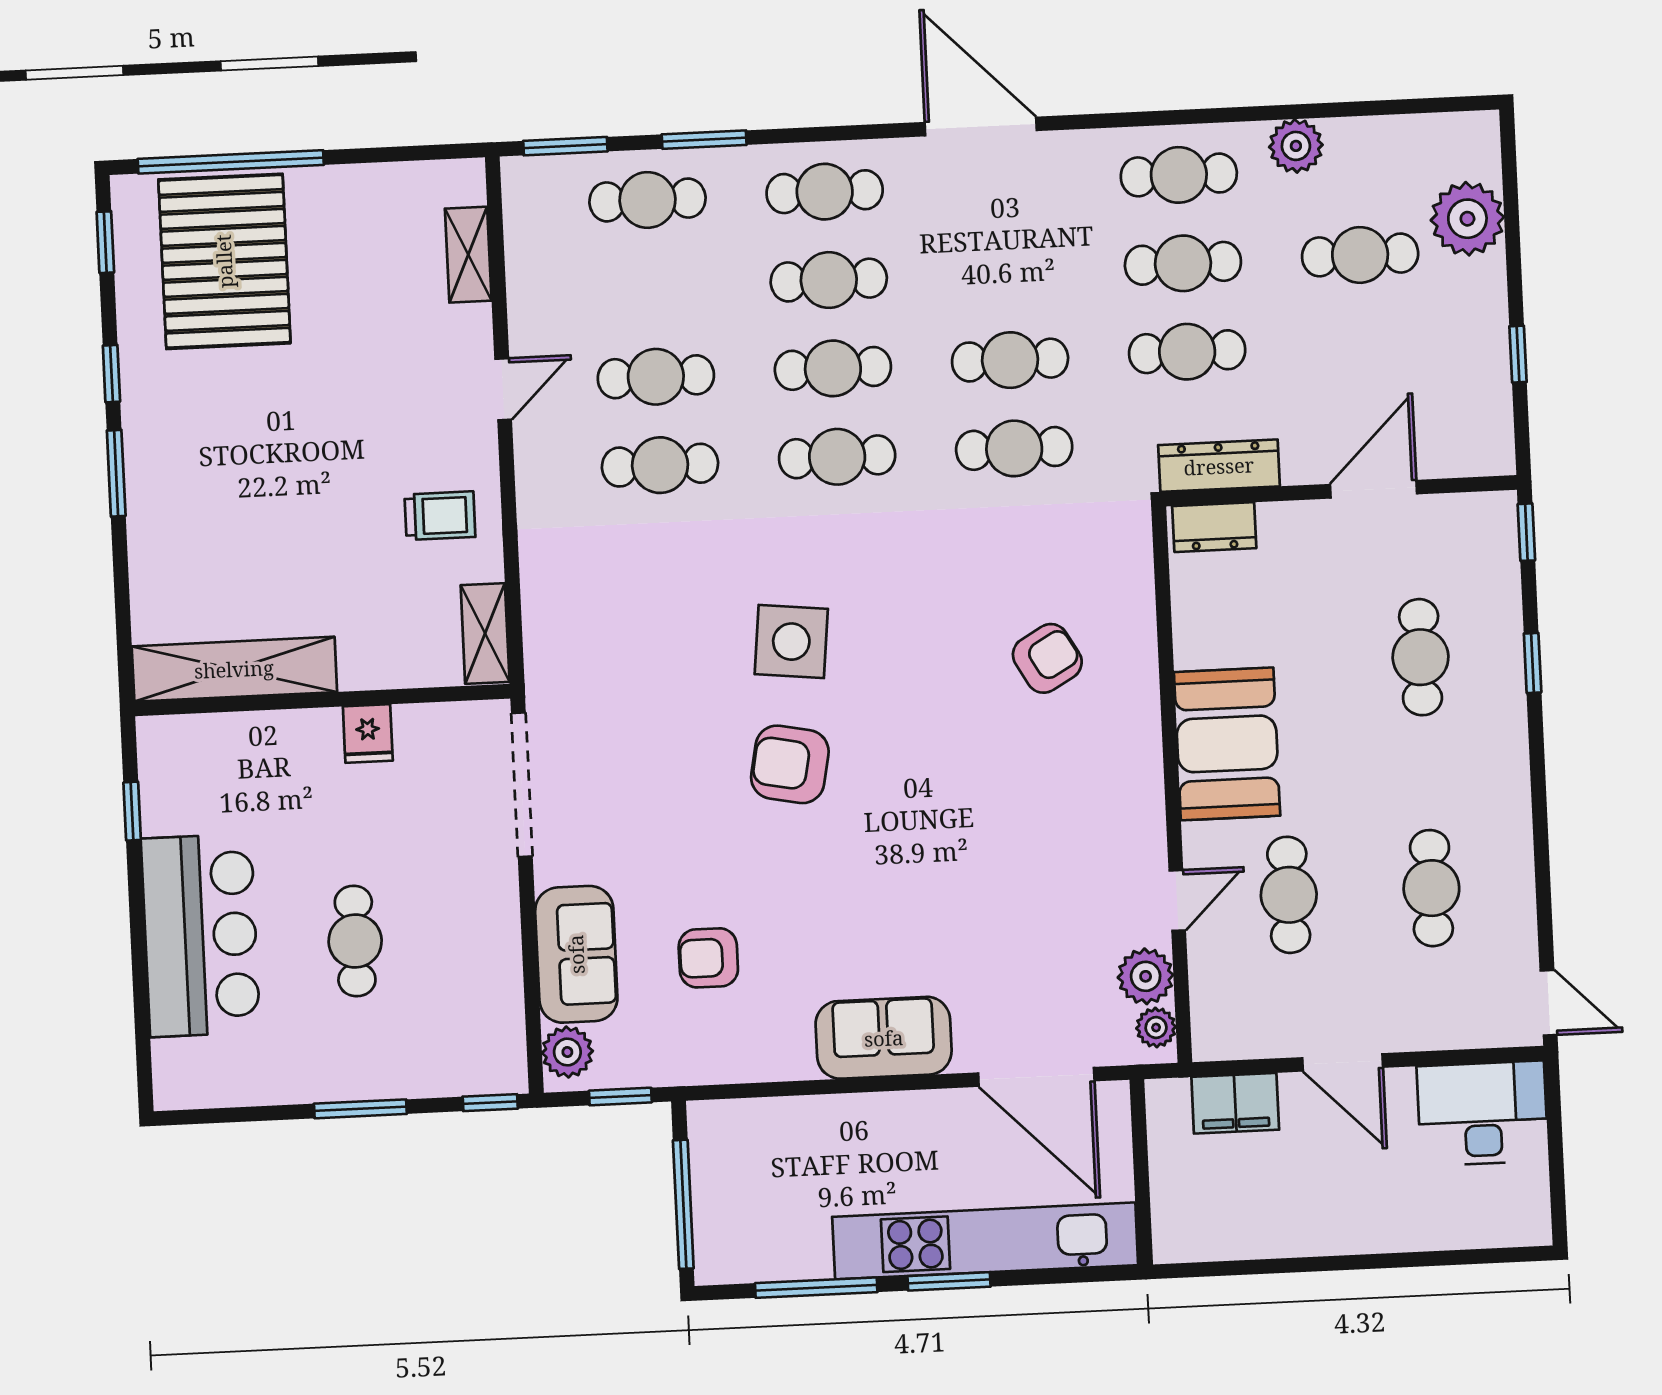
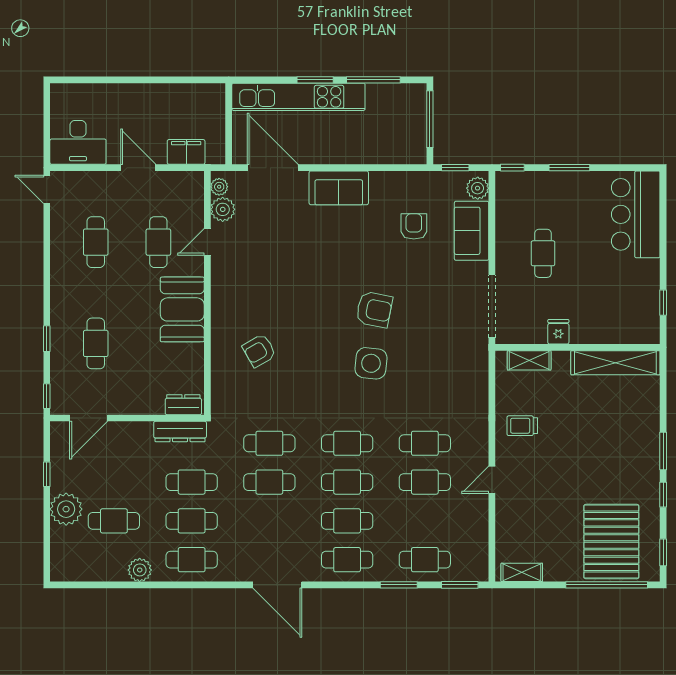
plant: (1467, 219) -> (66, 509), moved
shelving: (468, 255) -> (522, 572), moved, turned 90
door: (1373, 489) -> (89, 418), moved
shelving: (485, 634) -> (529, 360), moved, turned 90
bar counter: (201, 935) -> (636, 214), moved
cafe table: (355, 941) -> (543, 253), moved
armchair: (708, 958) -> (414, 226), turned -90

